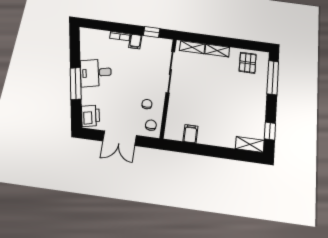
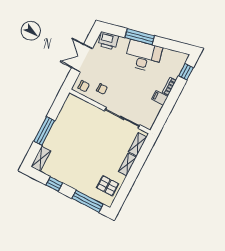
window: (152, 32) -> (186, 72), moved
desk: (96, 73) -> (143, 56), width x1.37
window: (270, 131) -> (54, 184), moved
filing cabinet: (190, 134) -> (66, 115), removed
window: (217, 152) -> (44, 131), added

